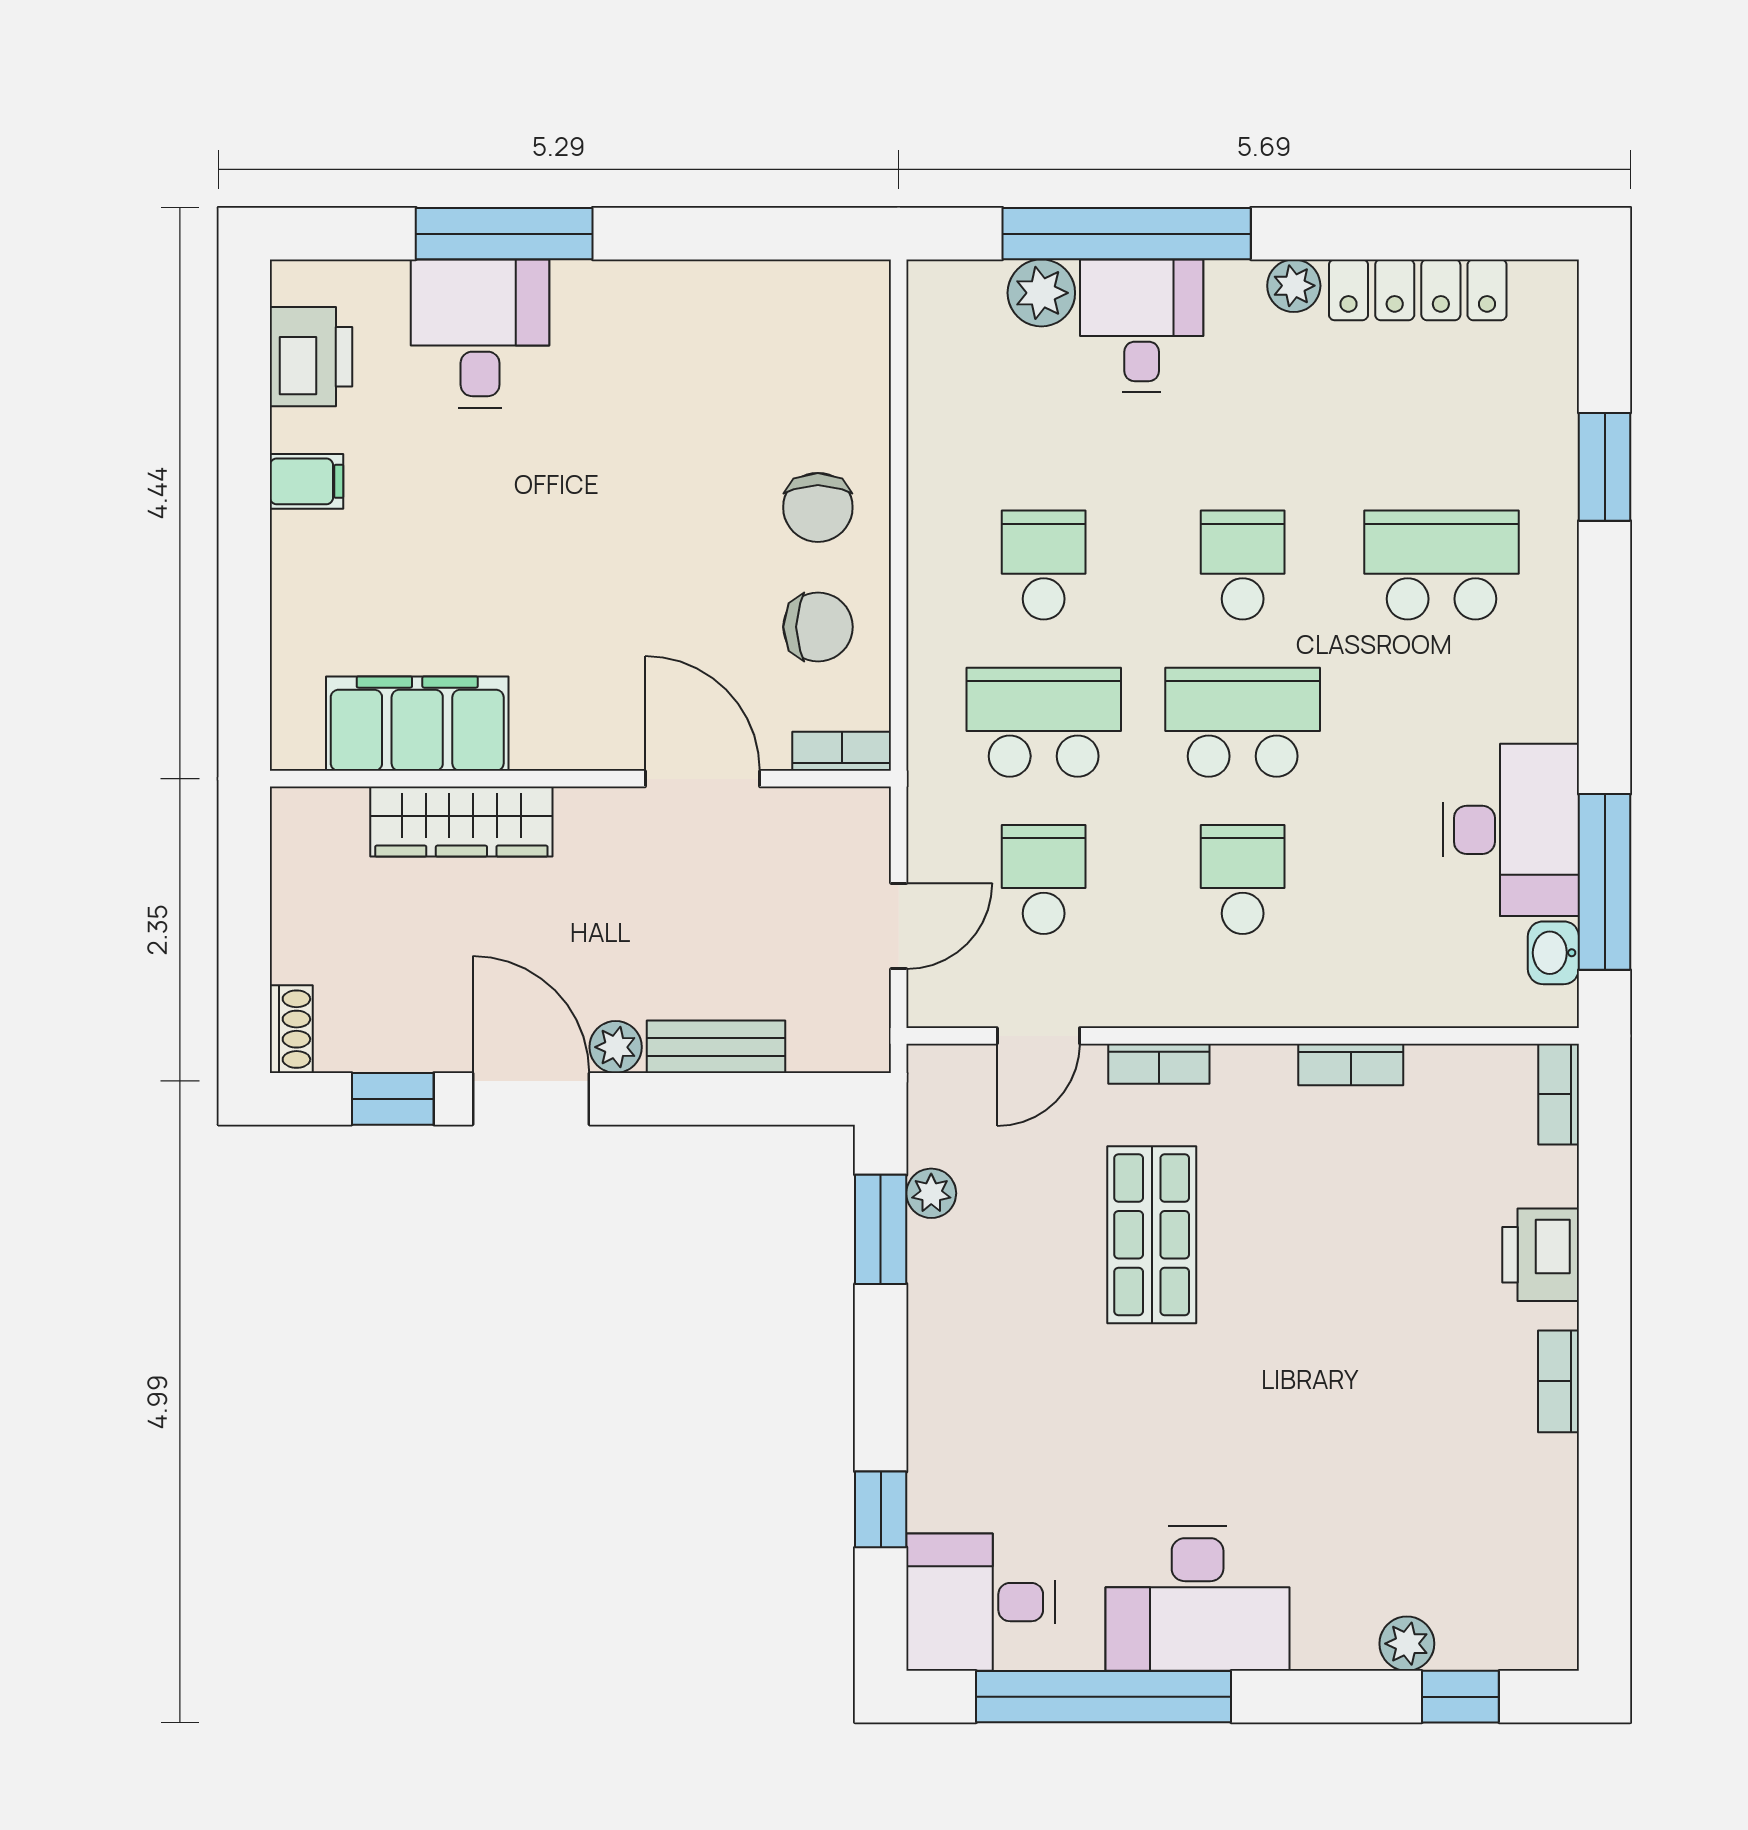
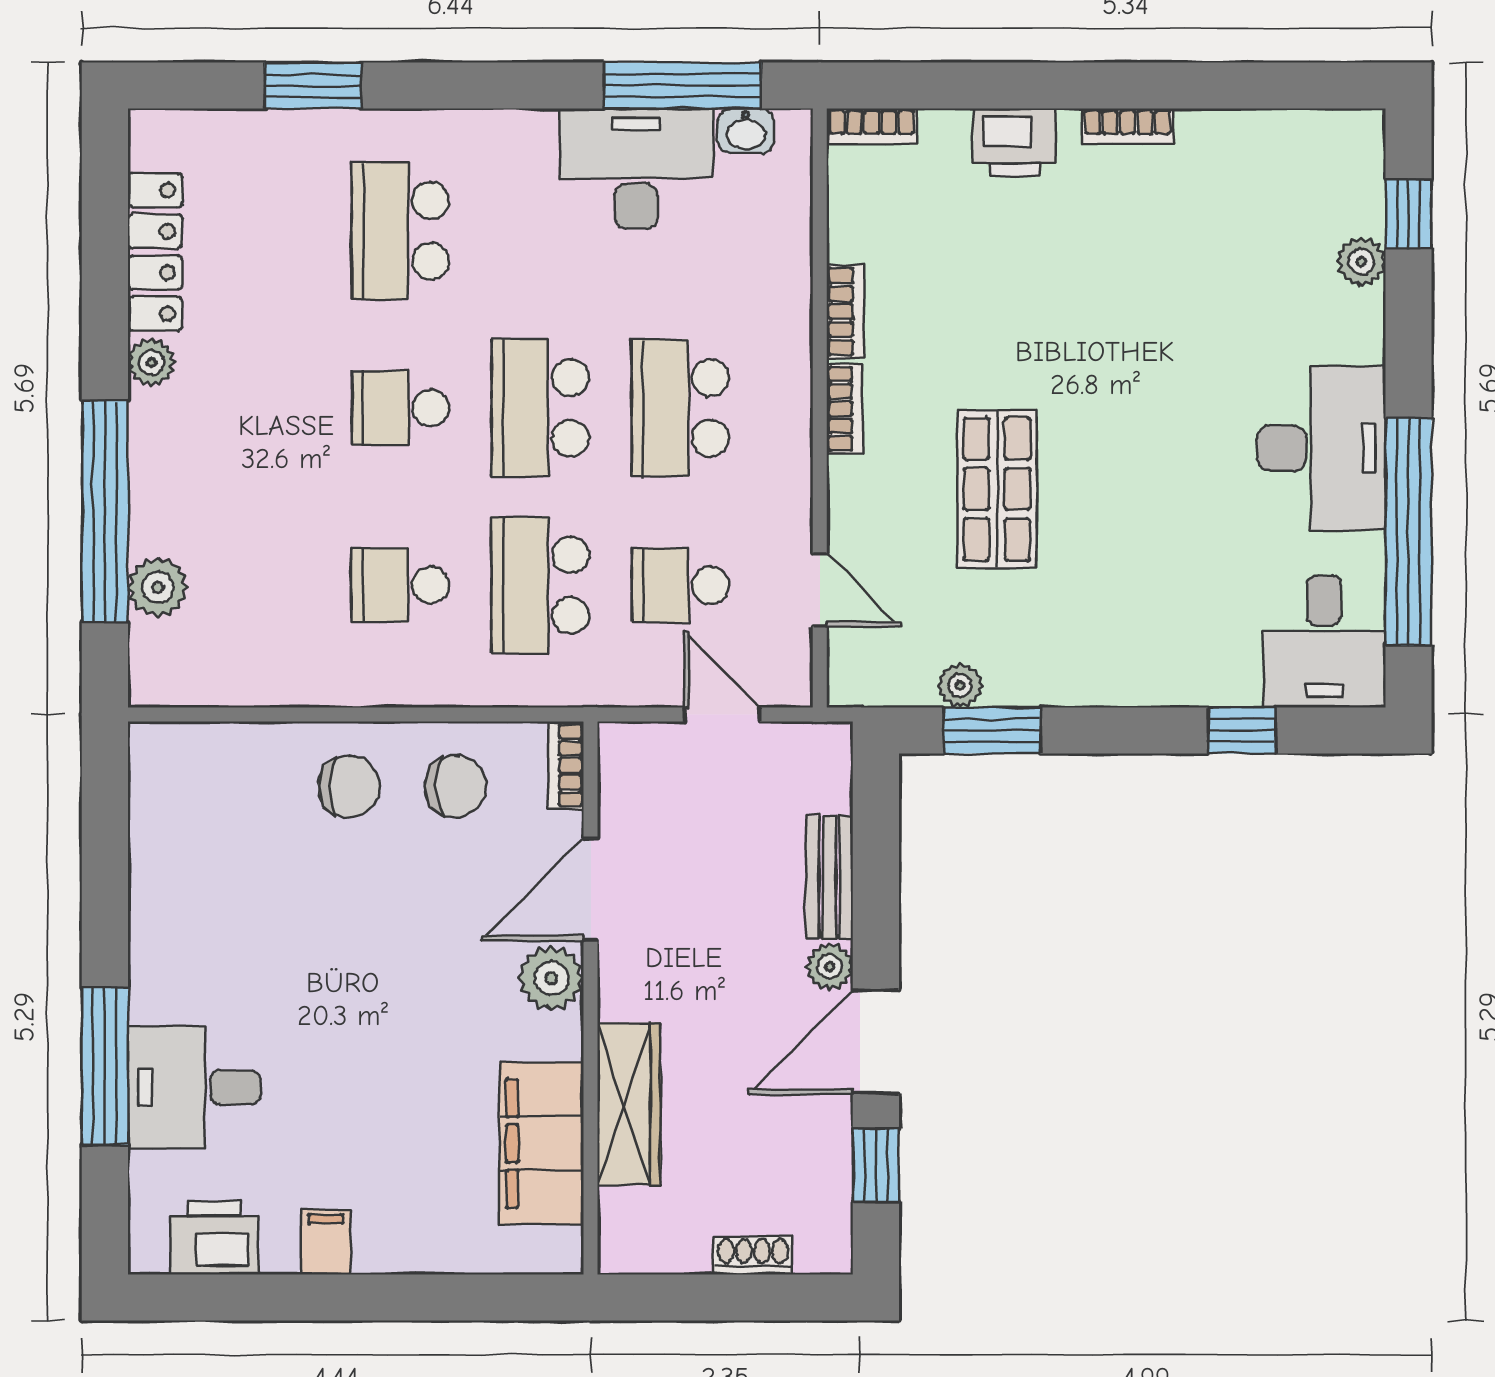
desk: (1142, 326) -> (187, 498), removed
chair: (818, 627) -> (455, 786), turned 90
plant: (603, 735) -> (551, 978), added
school desk: (1243, 879) -> (680, 408), width x1.85
shoe rack: (291, 1029) -> (753, 1256), moved
bookcase: (1159, 1064) -> (845, 409), moved
shop shelf: (1152, 1235) -> (997, 489), turned 90

